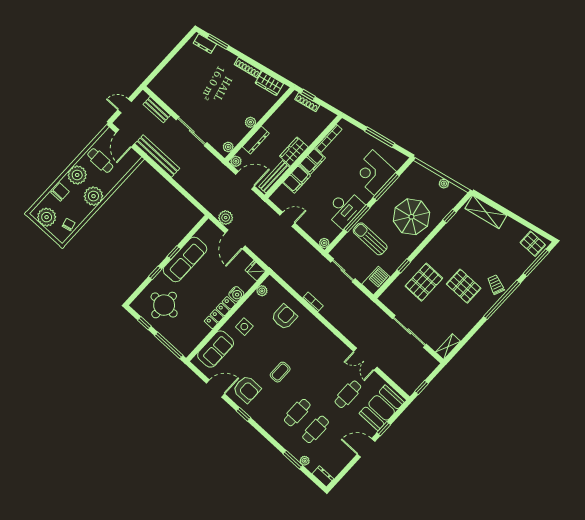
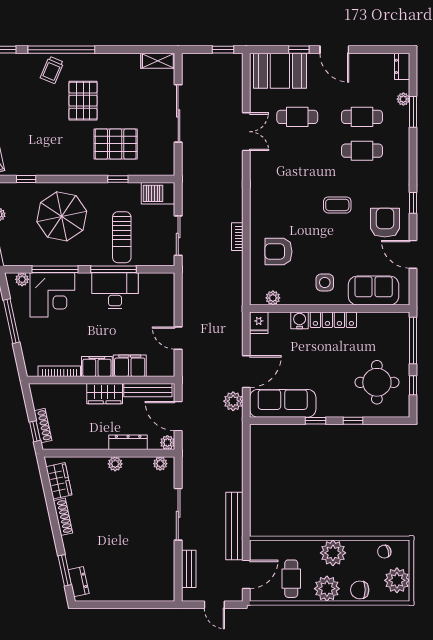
plant: (324, 243) -> (22, 279), moved
sofa: (185, 259) -> (283, 403), moved

